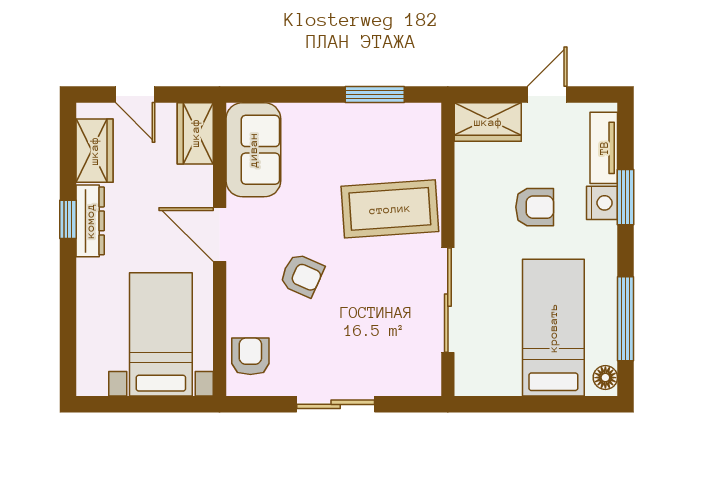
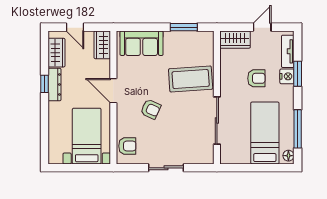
sofa: (253, 150) -> (142, 43), moved, turned 90
armchair: (250, 356) -> (127, 146), turned 90

